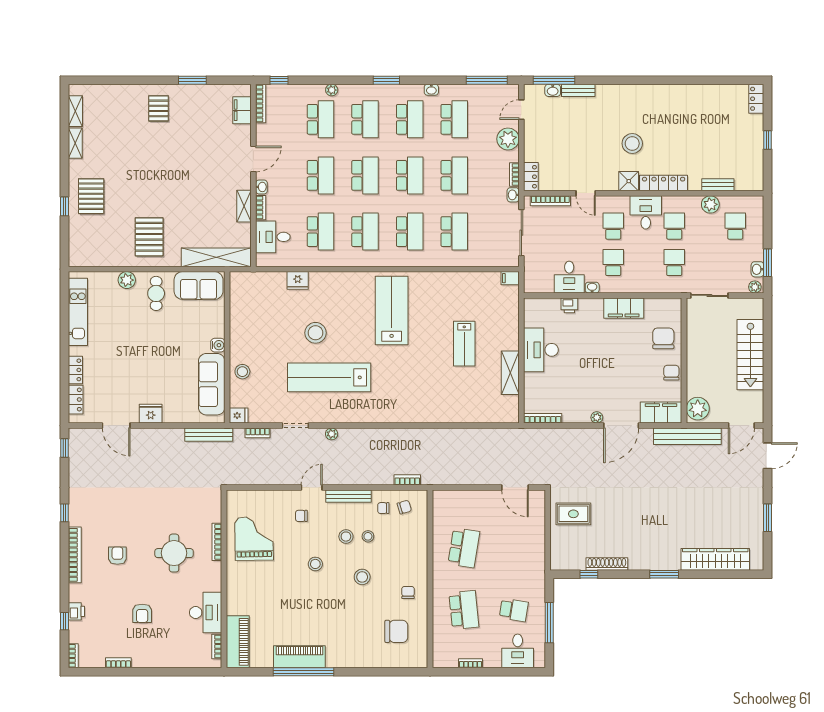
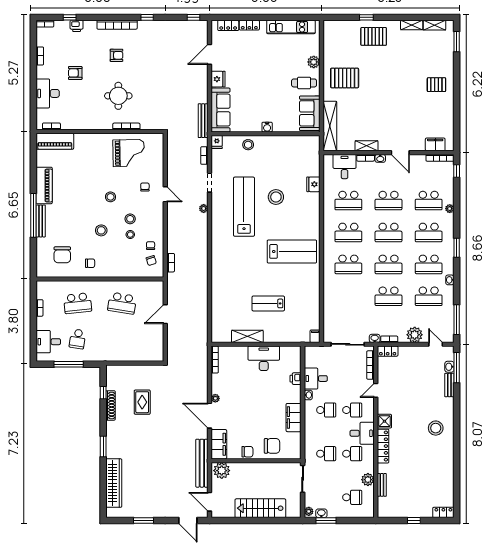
window: (192, 80) -> (457, 42), moved
stool: (632, 143) -> (436, 428), moved
school desk: (454, 232) -> (348, 296), removed
sofa: (212, 384) -> (221, 110), moved, turned 90
door: (515, 488) -> (165, 314), moved
bench: (349, 496) -> (41, 221), moved
rug: (573, 514) -> (142, 402), moved
desk: (206, 612) -> (48, 93), moved, turned 90
window: (304, 672) -> (33, 215), moved

